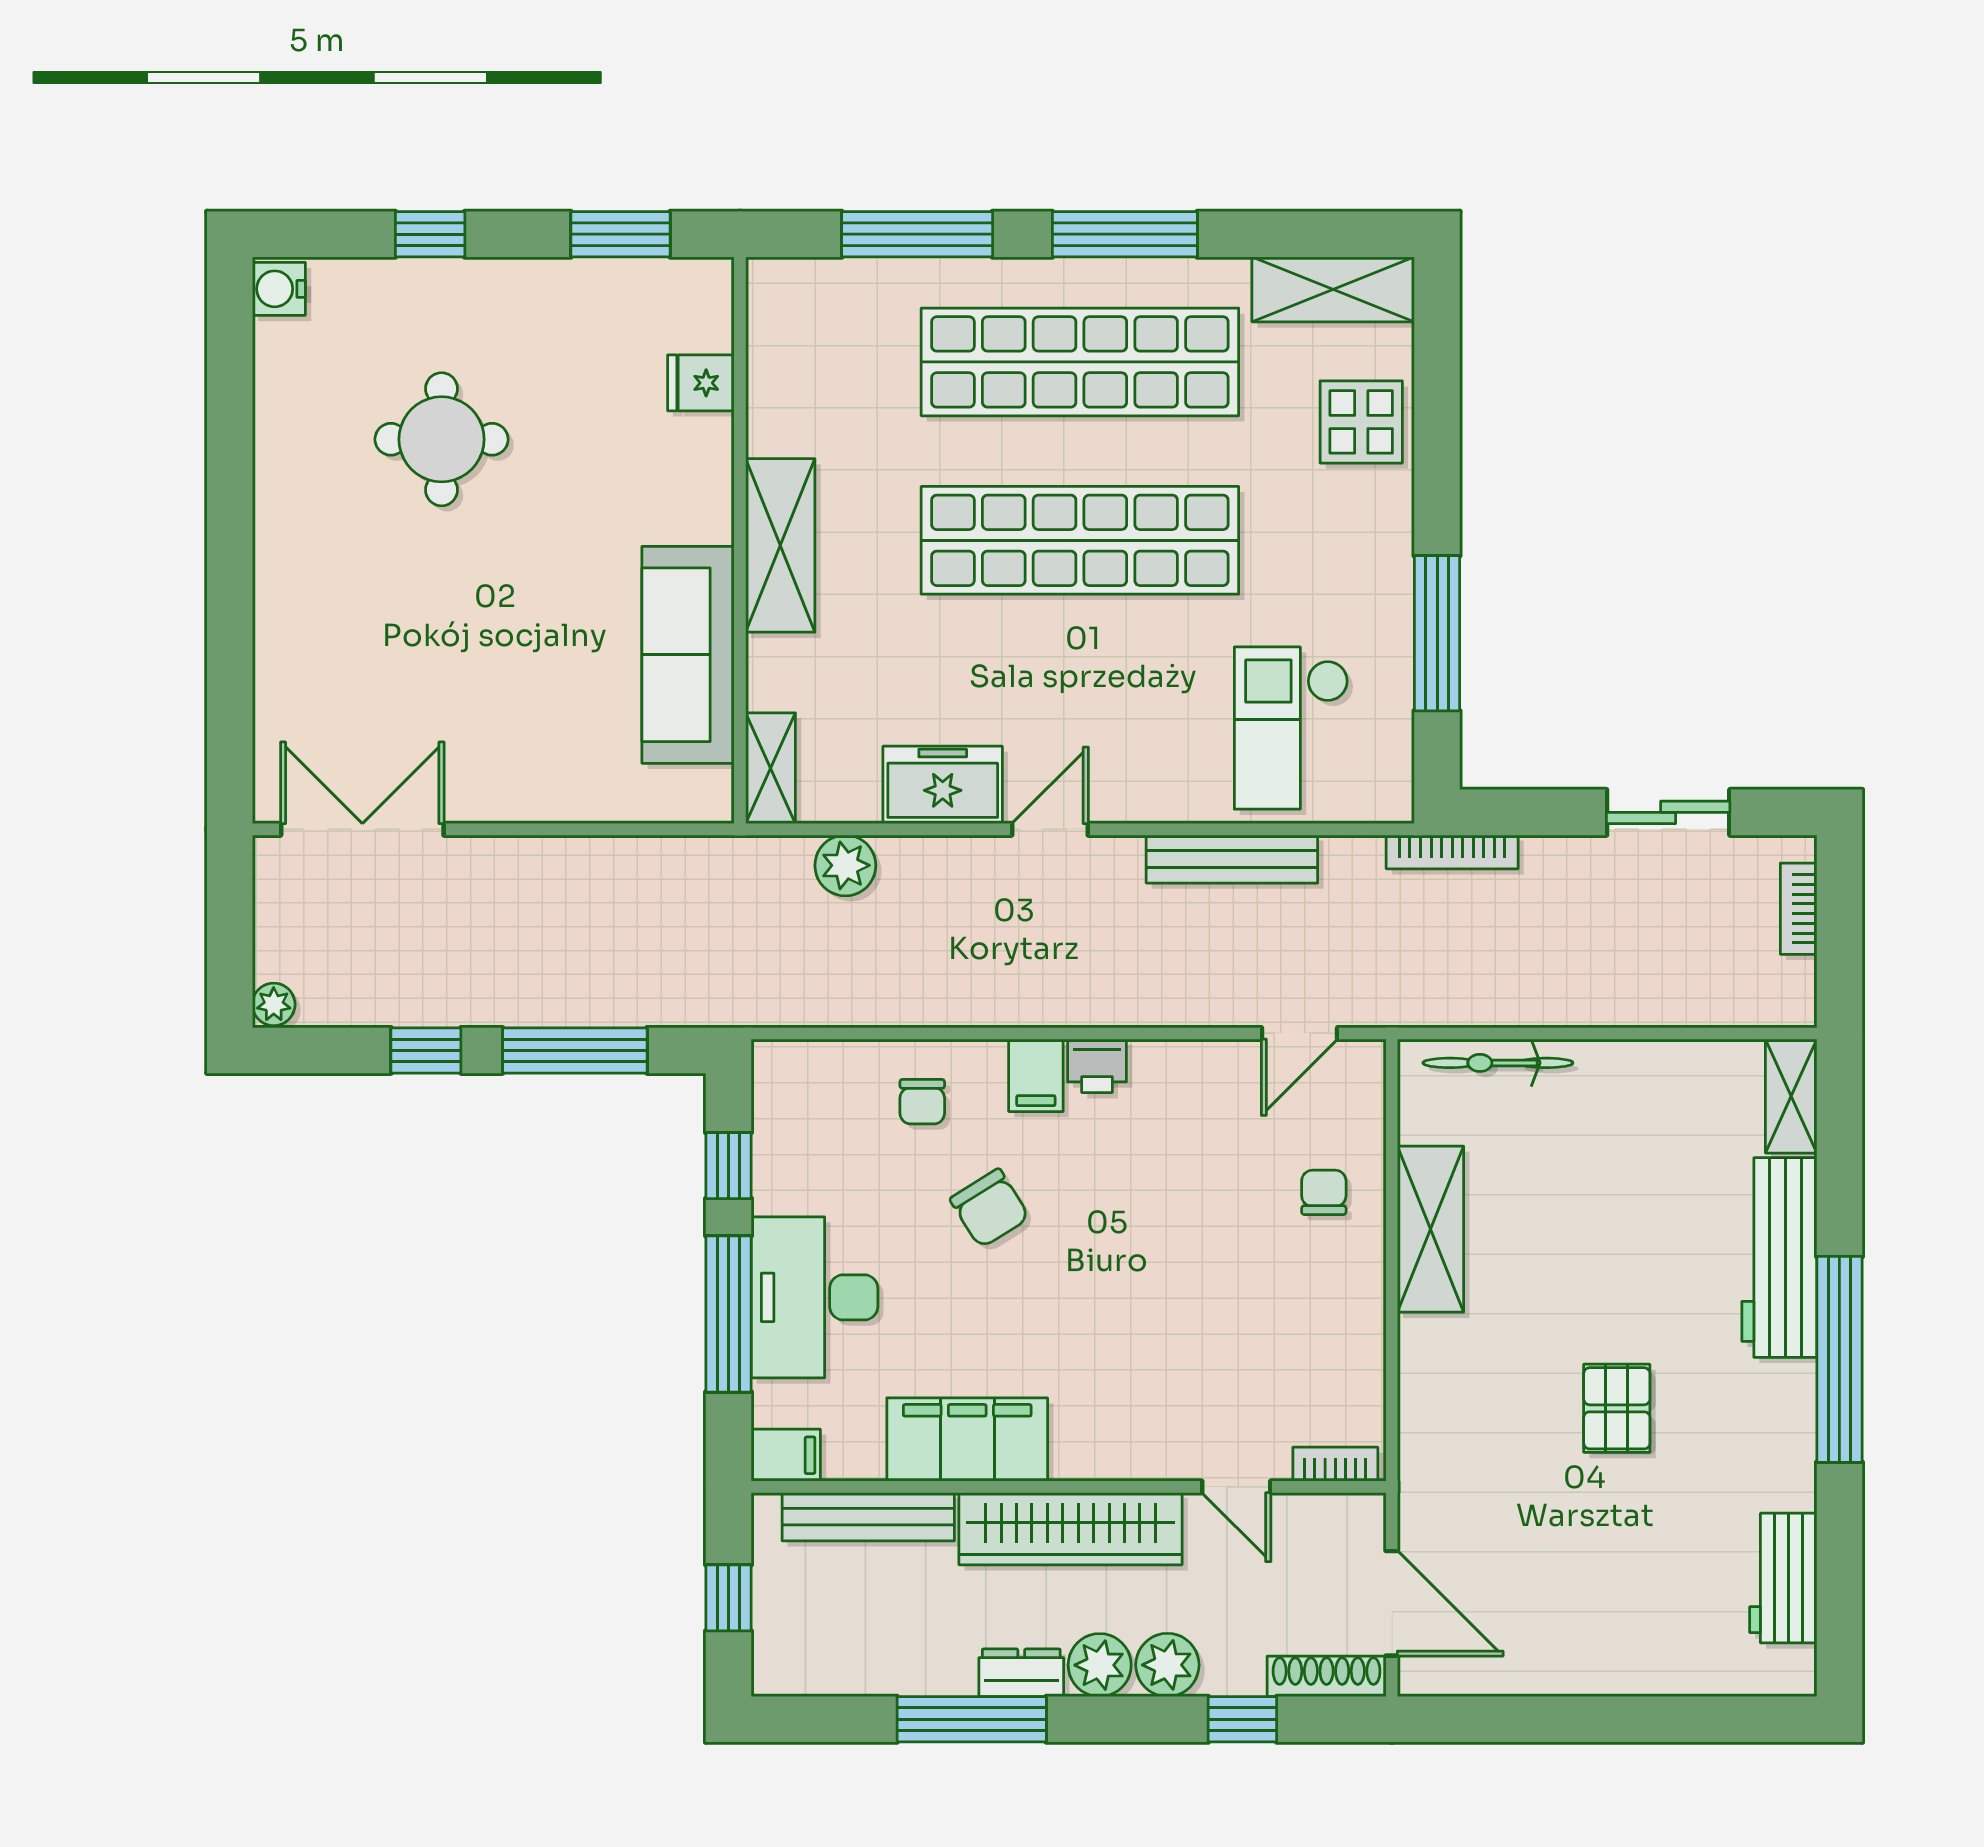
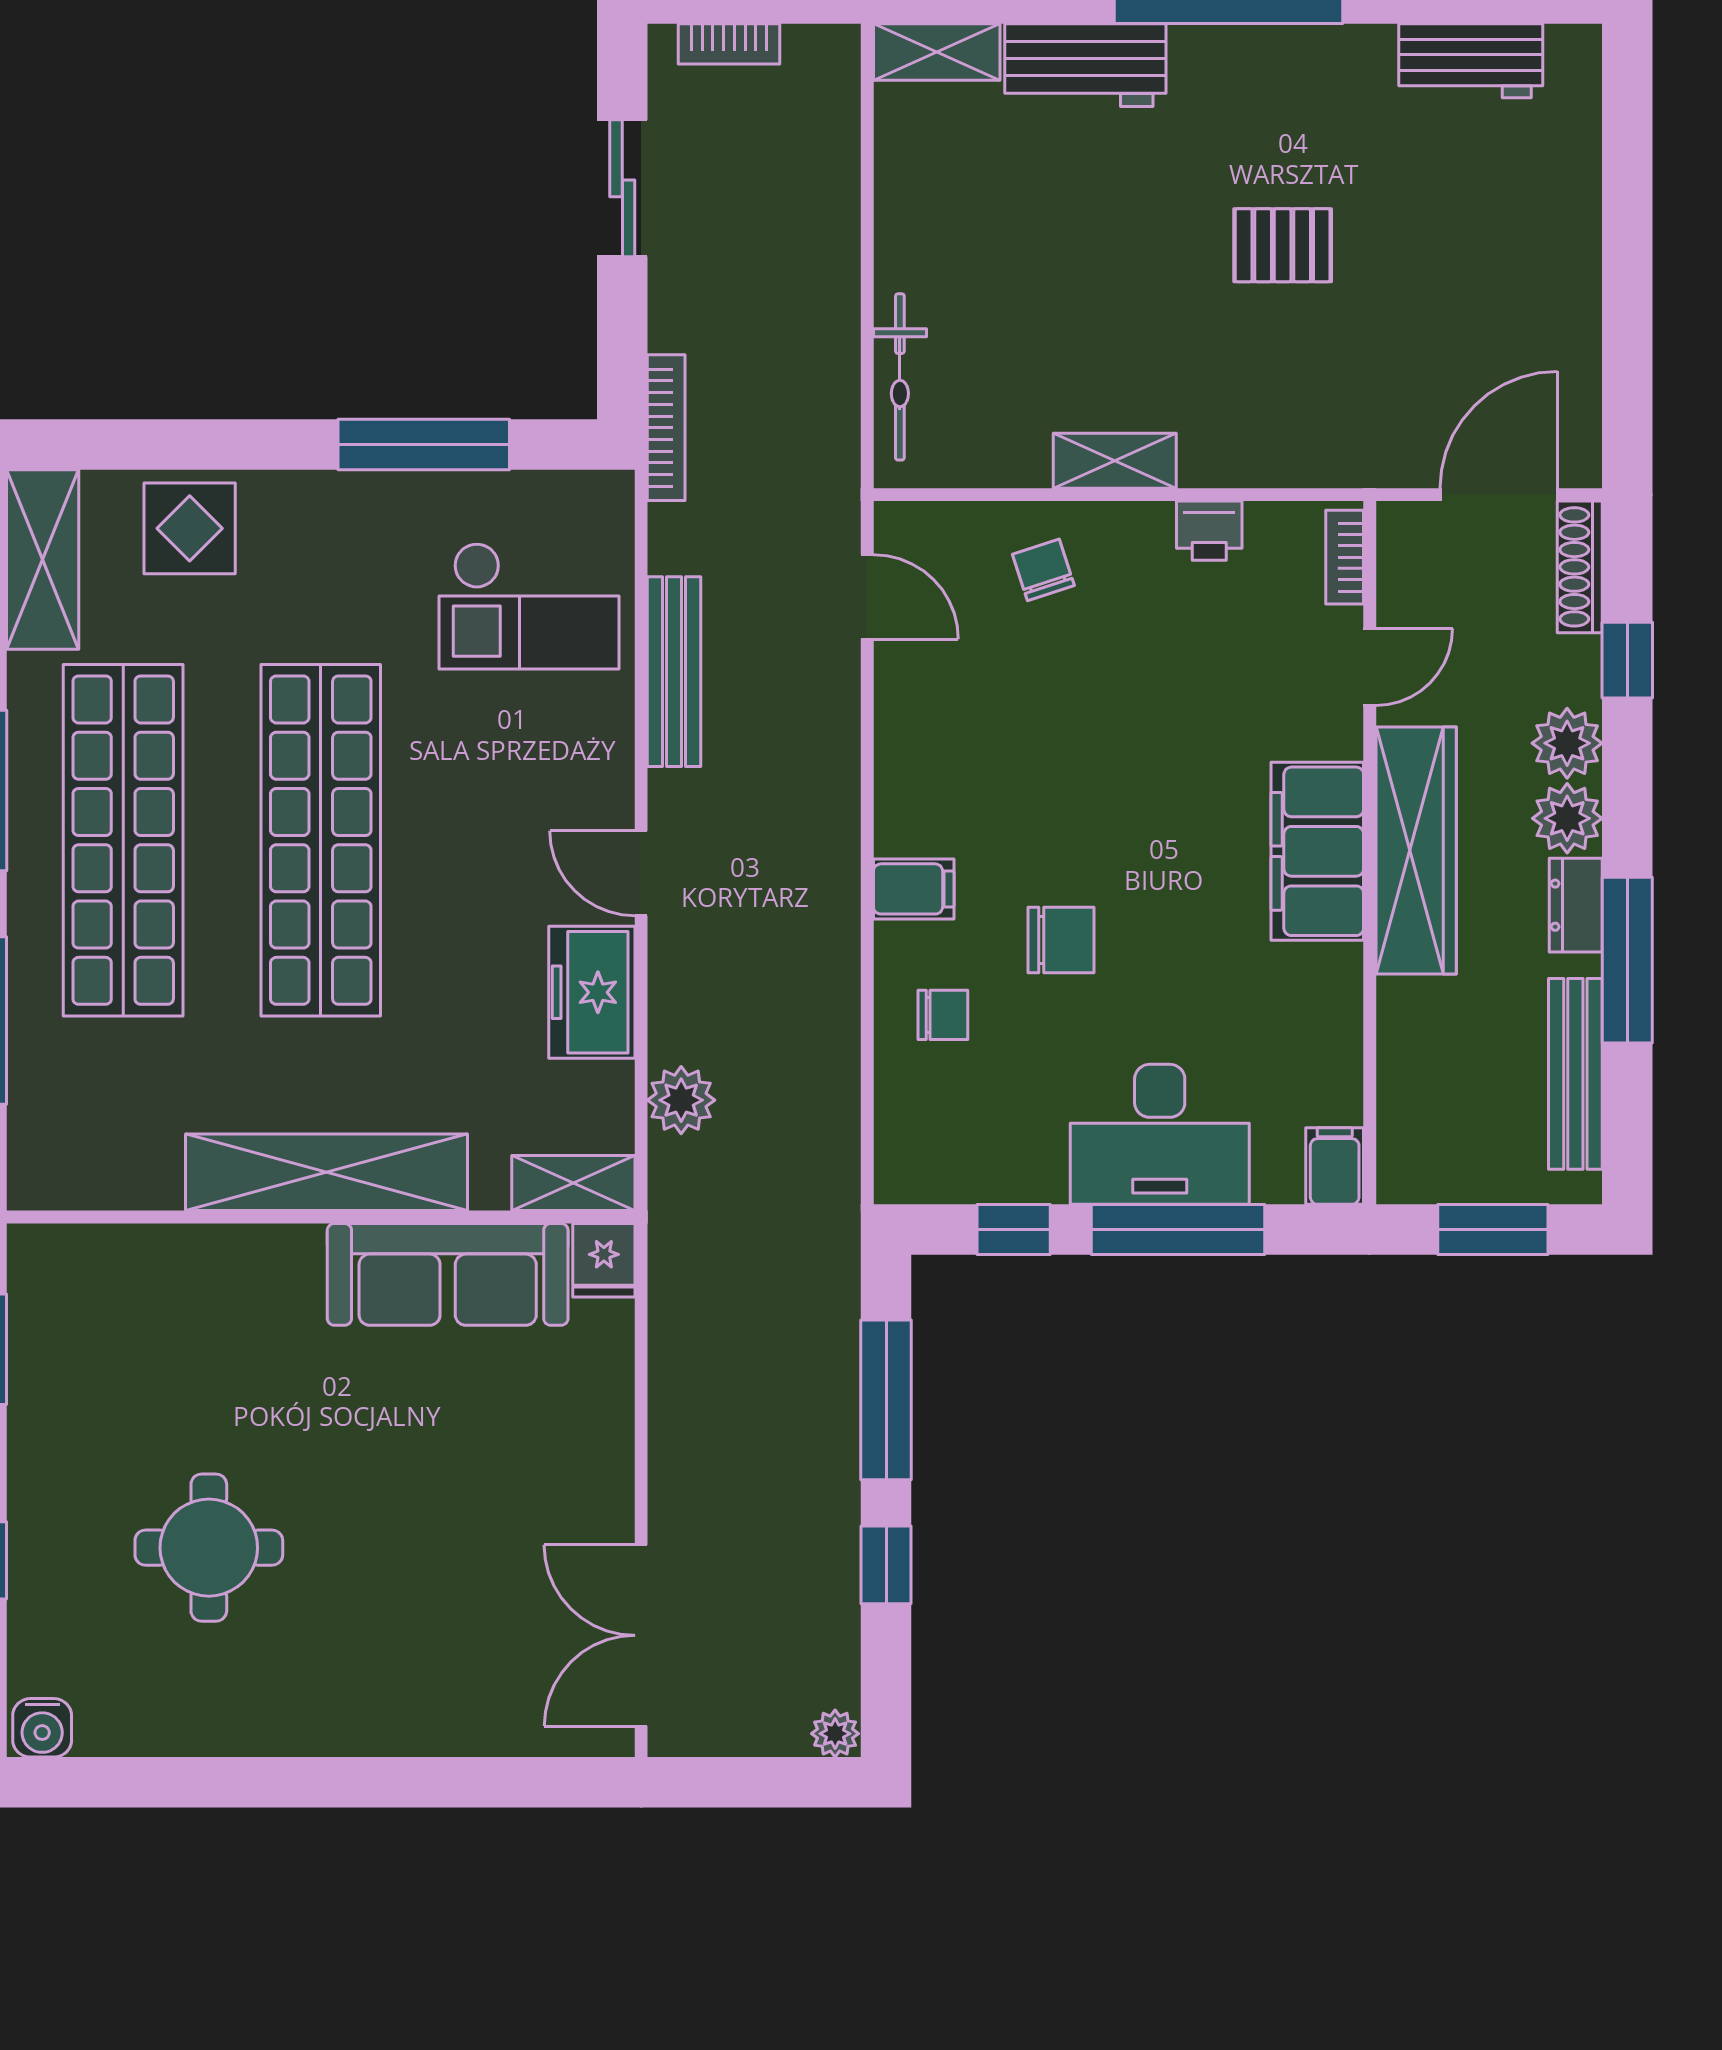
fridge: (701, 383) -> (604, 1260), moved
shelving: (780, 545) -> (326, 1172), width x1.47
printer: (1097, 1066) -> (1209, 531), moved, turned 90
chair: (1324, 1192) -> (1043, 570), turned 72
chair: (990, 1208) -> (1061, 940), turned 32
shelving: (1431, 1229) -> (1115, 461), width x0.67, depth x0.75
workbench: (1779, 1257) -> (1085, 65), width x0.73
filing cabinet: (967, 1440) -> (1317, 851), moved
bench: (868, 1517) -> (1575, 1074), moved
window: (729, 1598) -> (1493, 1230), width x1.50

